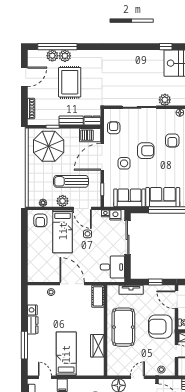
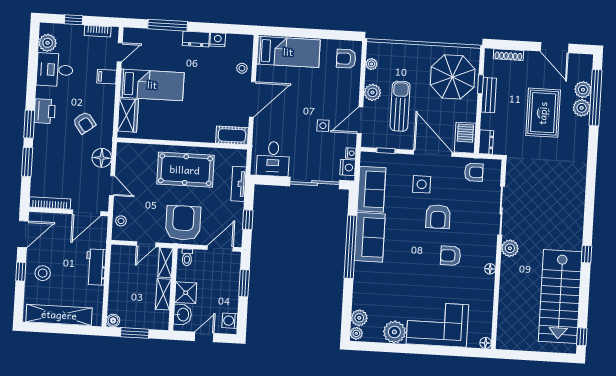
rug: (70, 82) -> (543, 113), turned 90
bench: (71, 120) -> (489, 95), moved
bed: (63, 231) -> (288, 52), moved, turned 180
wardrobe: (97, 346) -> (128, 115), moved, turned 90

